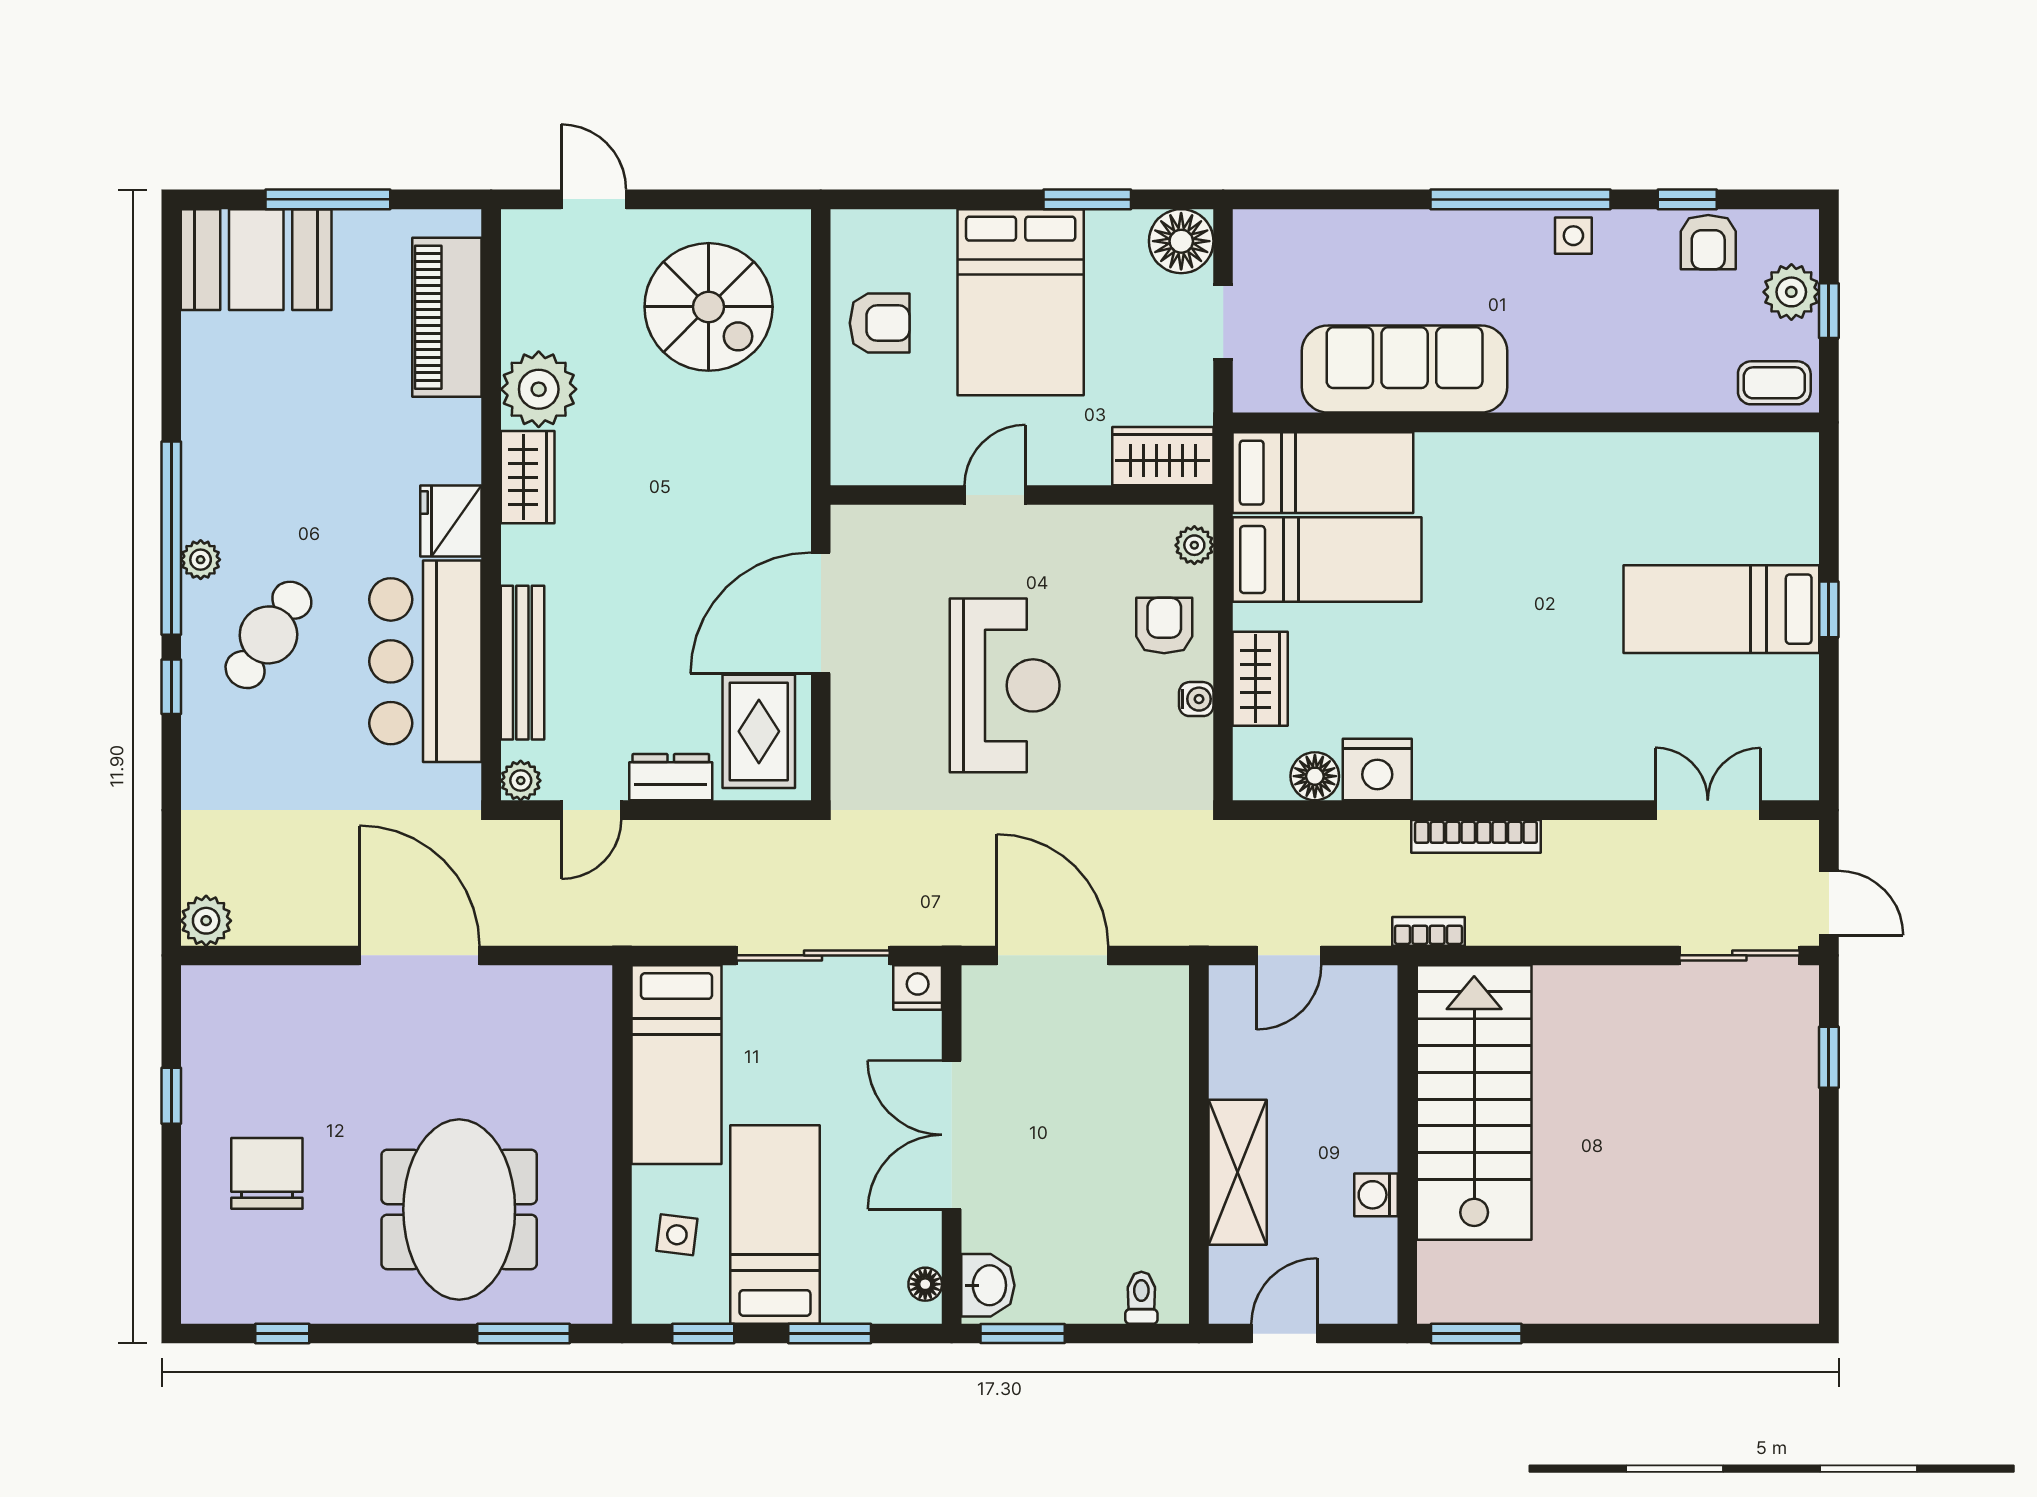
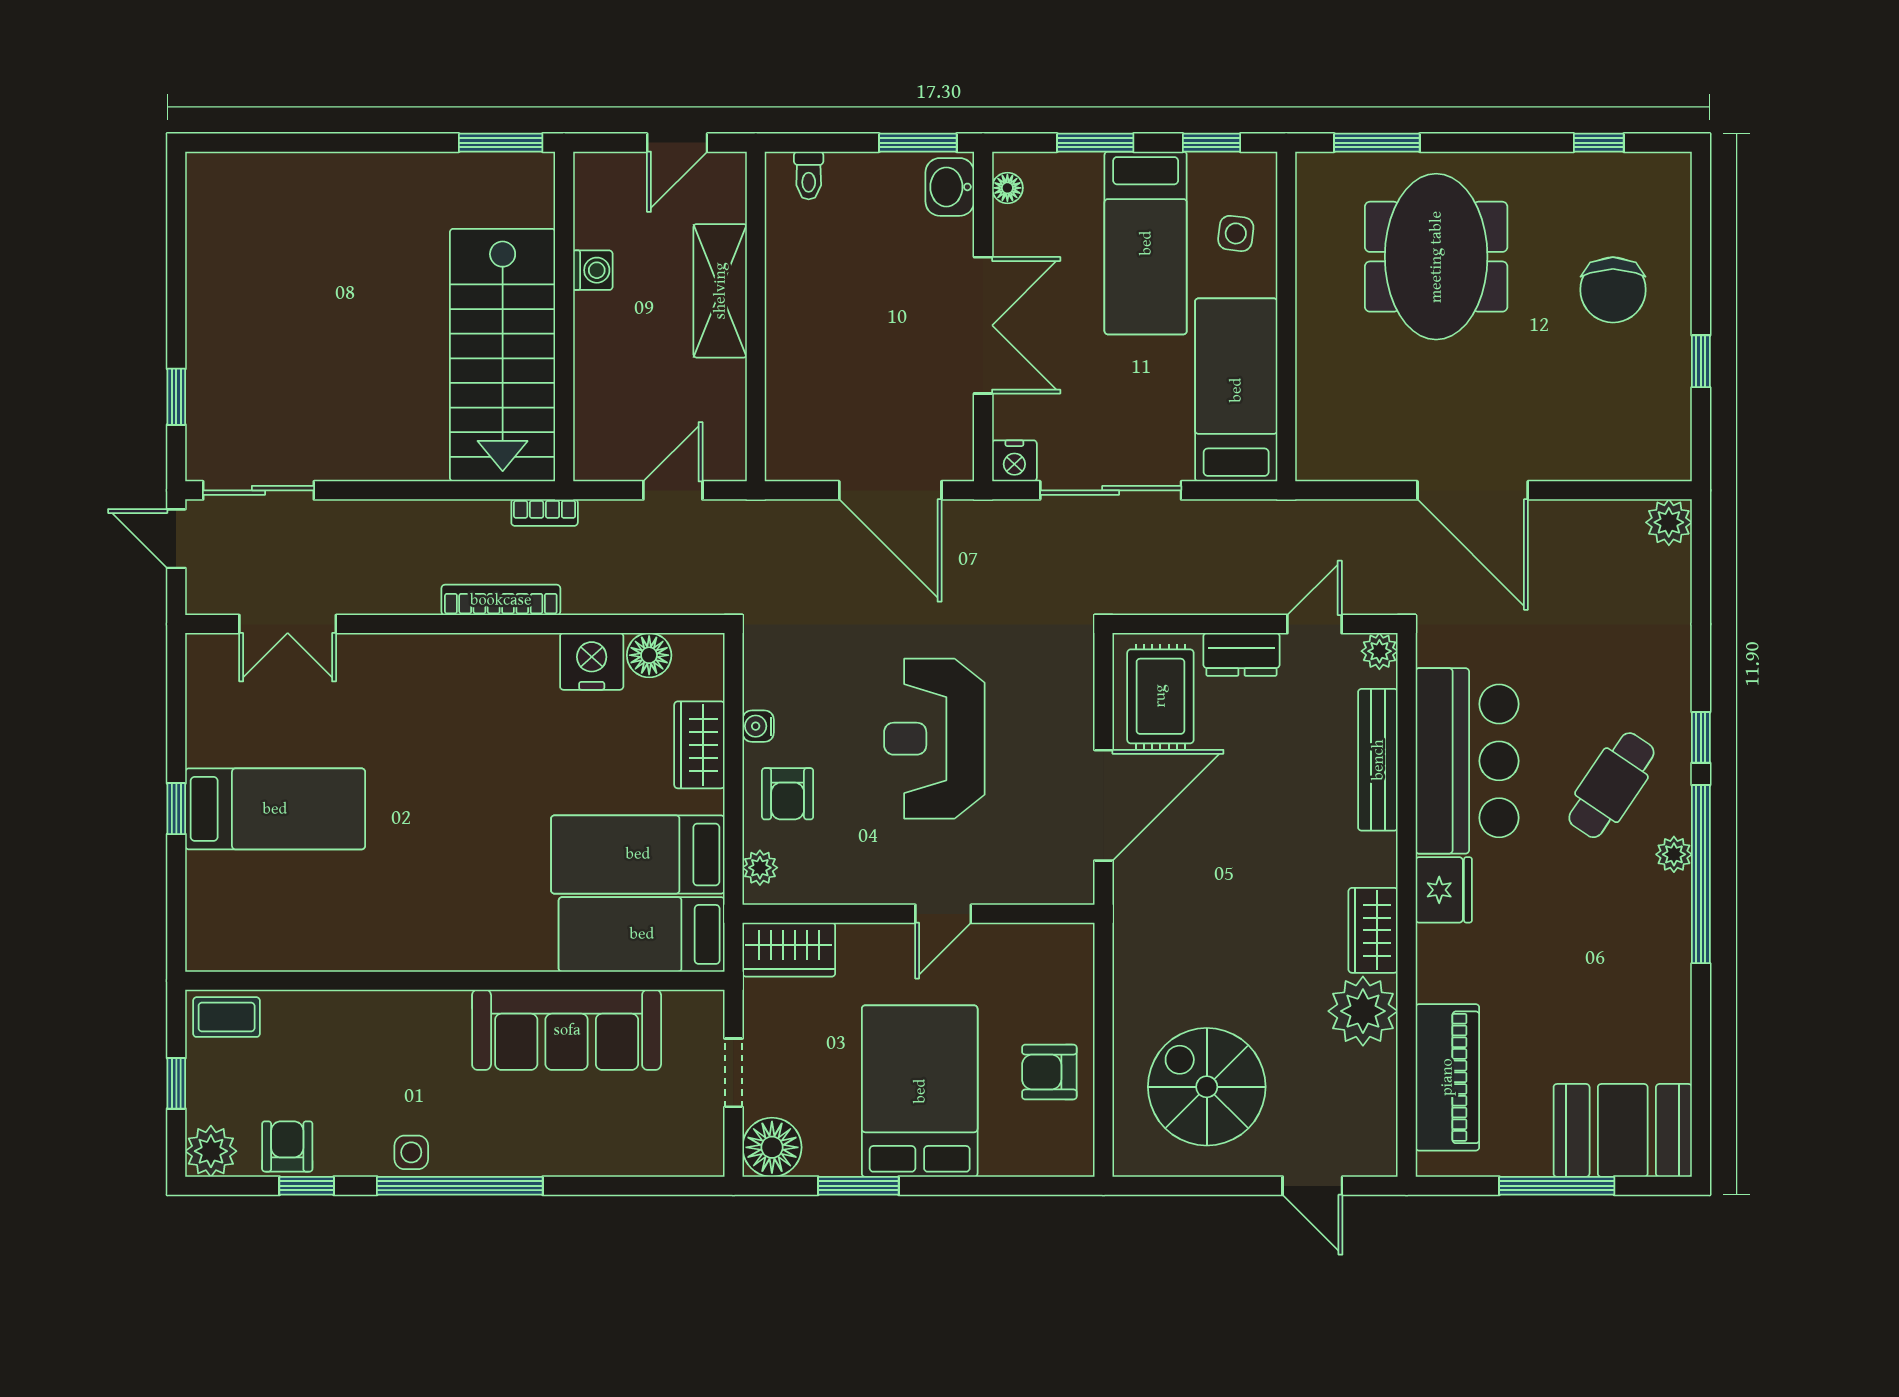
plant: (1791, 292) -> (211, 1151), moved

